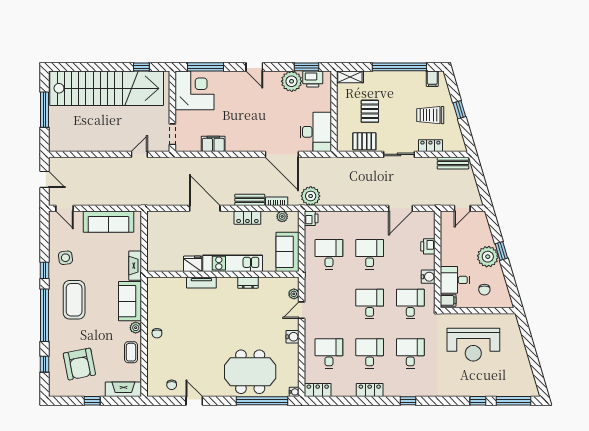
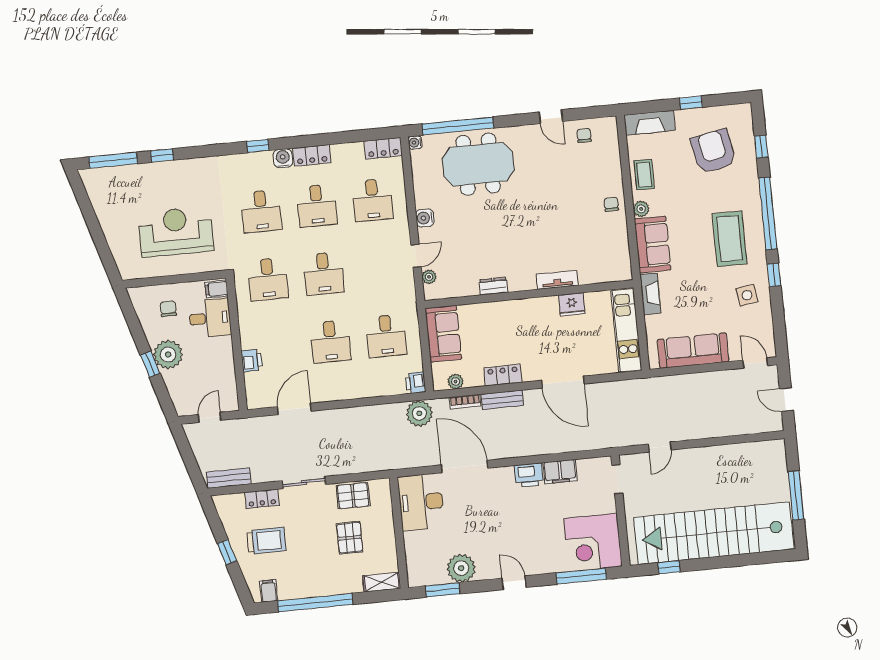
printer: (313, 79) -> (529, 475), moved, turned 180
kitchen unit: (233, 263) -> (626, 330), moved, turned 90
water cooler: (428, 277) -> (283, 158), moved, turned 90

